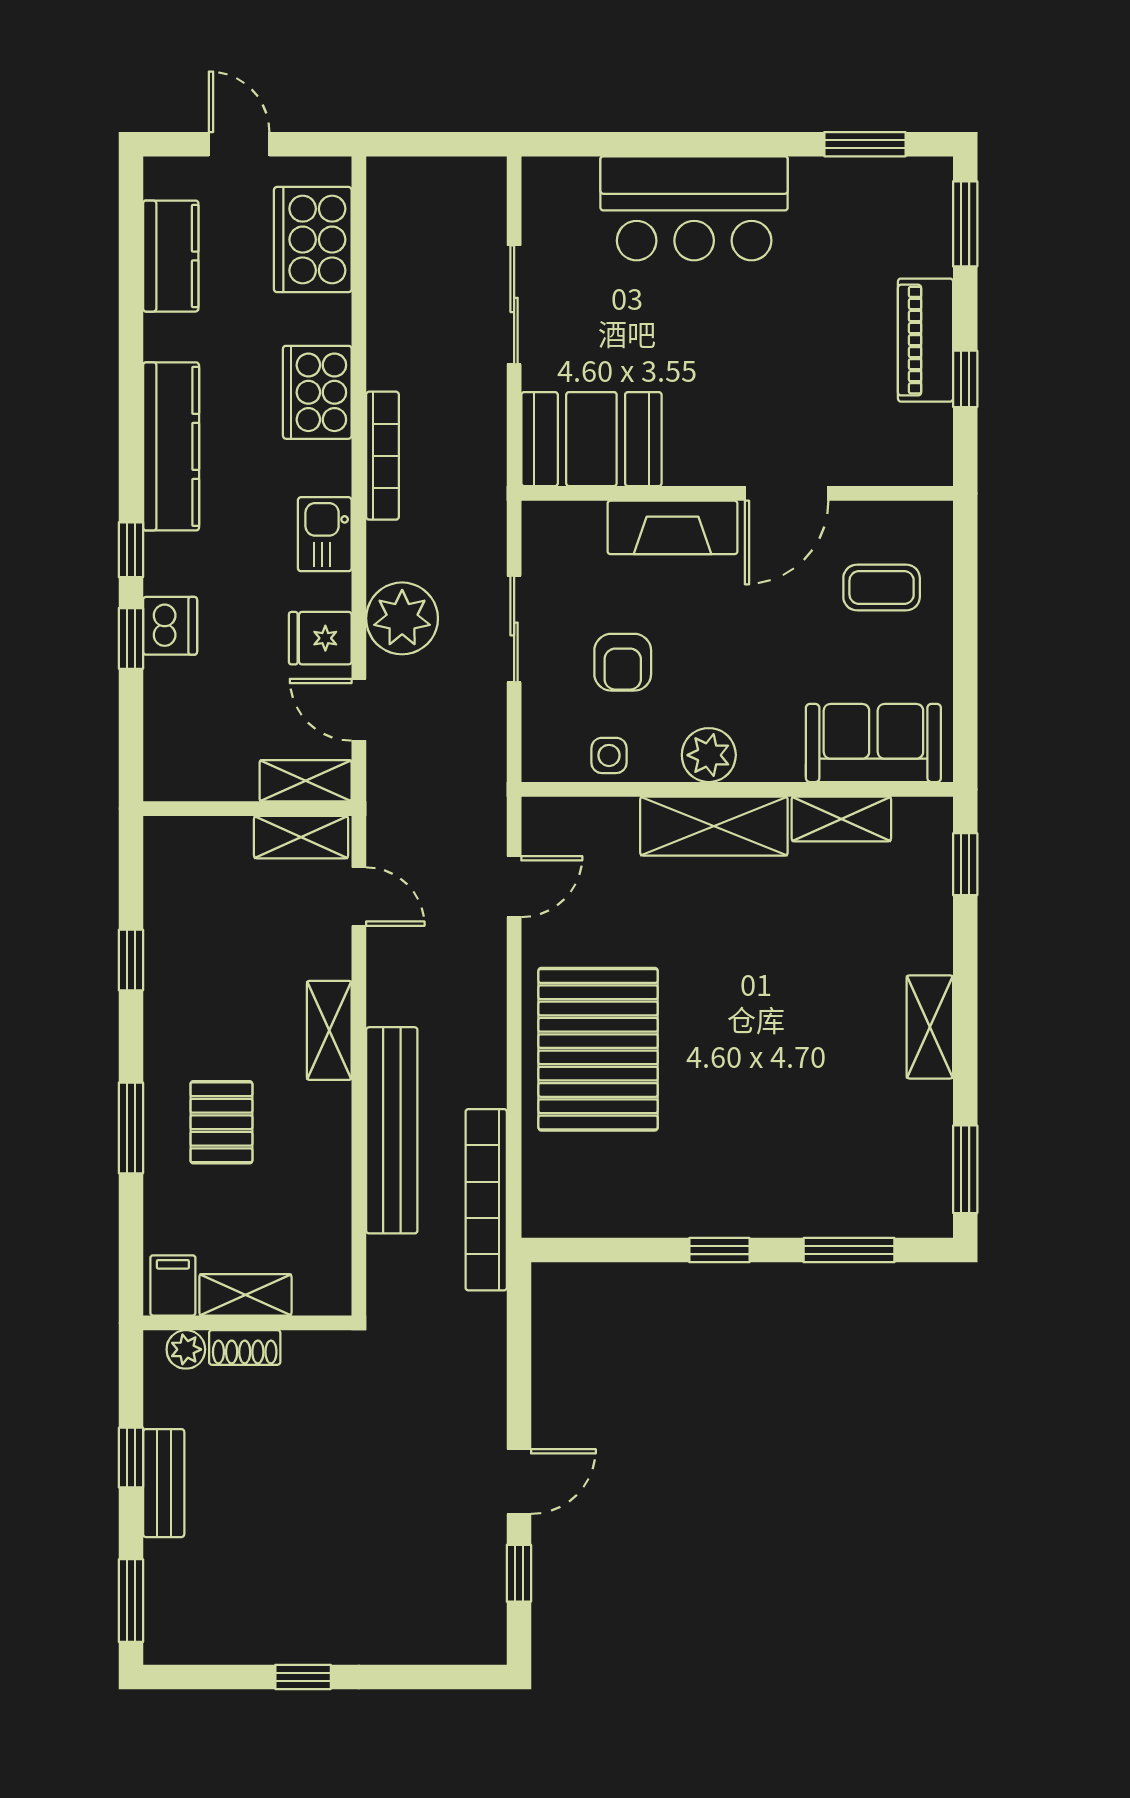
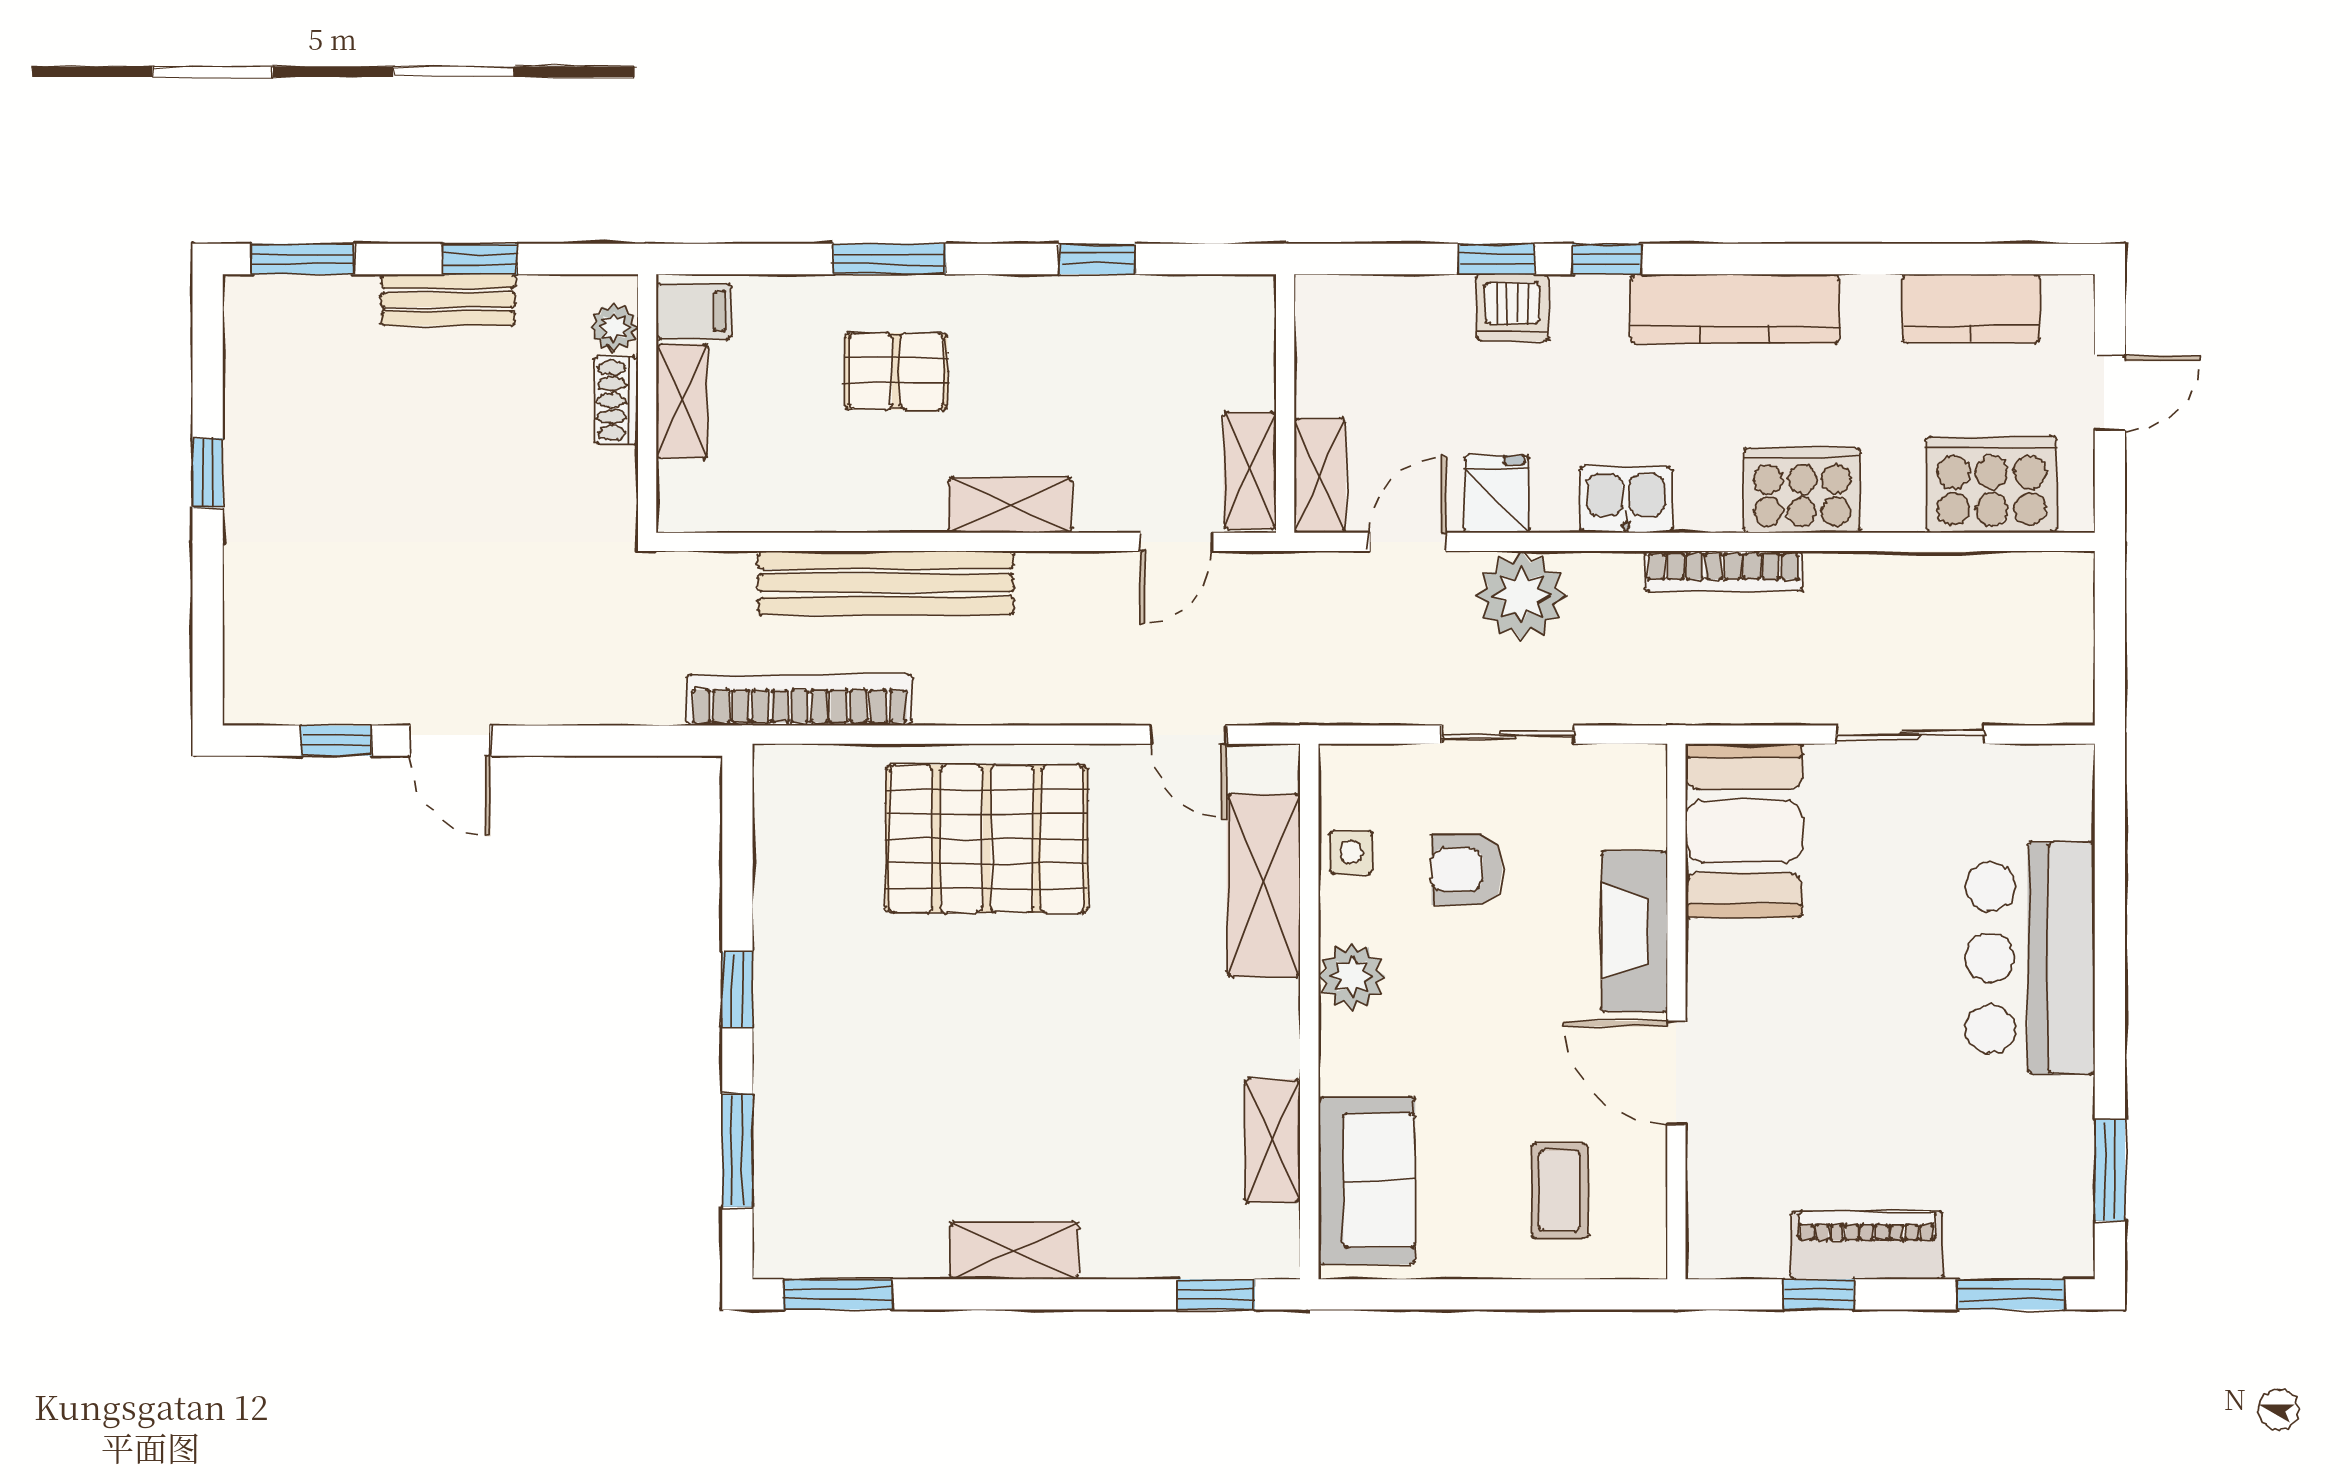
shelving: (714, 826) -> (1264, 885), moved

